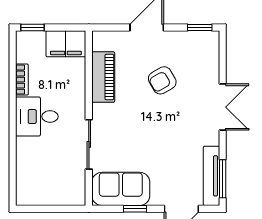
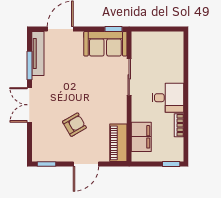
filing cabinet: (66, 44) -> (141, 137), moved, turned 90
piano: (103, 77) -> (118, 143), moved
window: (223, 179) -> (29, 66), moved
window: (135, 209) -> (113, 29), moved

